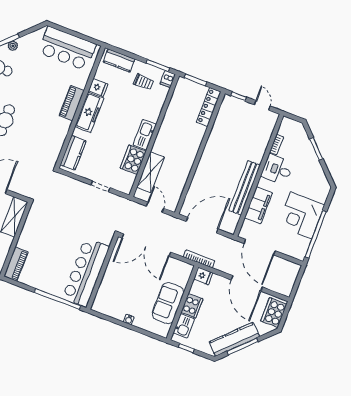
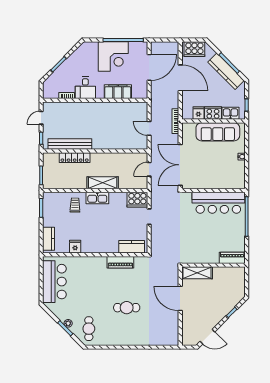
dishwasher: (168, 79) -> (49, 197), removed
trolley: (144, 82) -> (75, 205), moved
piano: (72, 103) -> (120, 262), moved
locker: (209, 107) -> (75, 158), moved
freezer: (89, 112) -> (96, 246), removed
cooker: (133, 160) -> (137, 200), moved
shelving: (151, 172) -> (103, 183), moved
bench: (245, 188) -> (70, 144), moved
door: (202, 225) -> (149, 128), width x0.53
double door: (146, 245) -> (180, 165), swing flipped
door: (260, 247) -> (149, 67), moved
fridge: (203, 276) -> (198, 113), moved
door: (247, 283) -> (180, 78), hinge flipped
sofa: (168, 303) -> (218, 132), width x1.36

